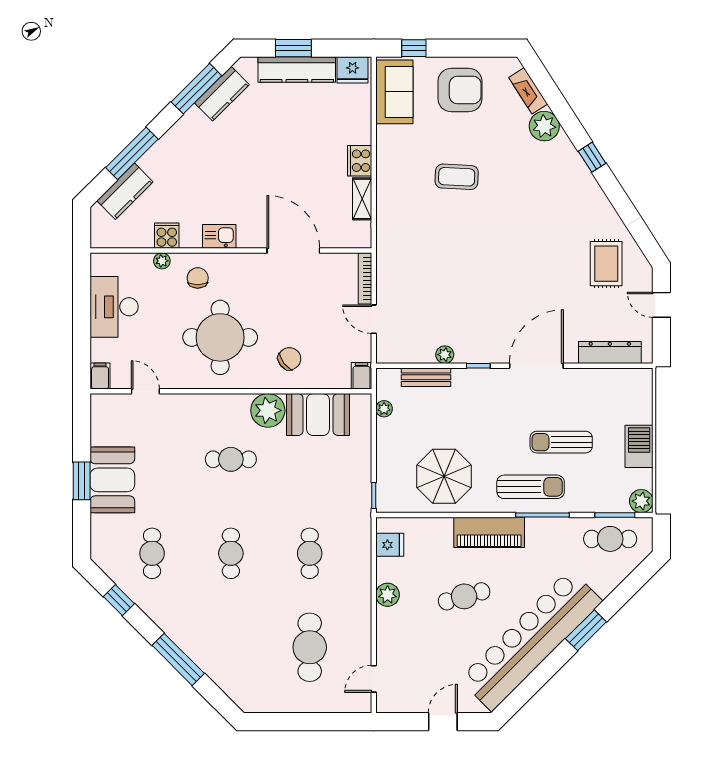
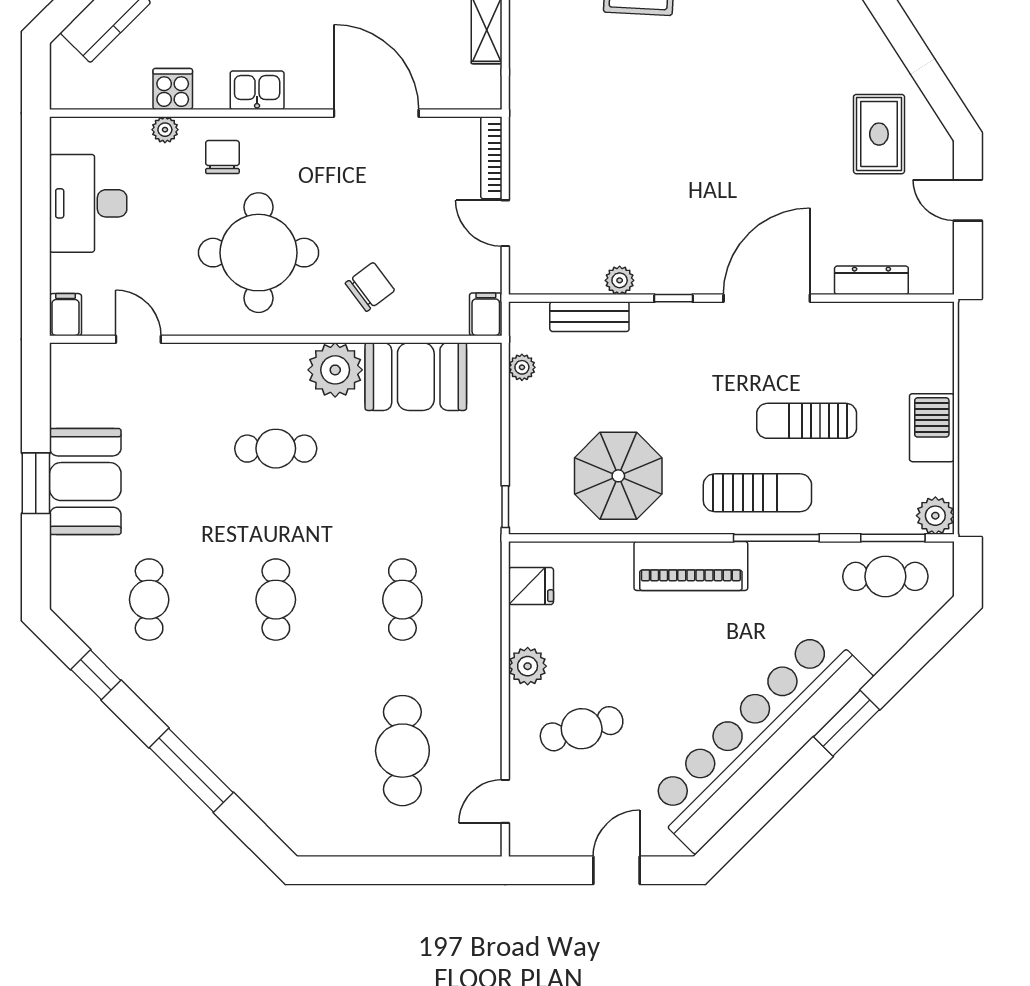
dresser: (610, 352) -> (871, 280), width x0.73, depth x0.80
cafe table: (464, 596) -> (582, 729), moved

